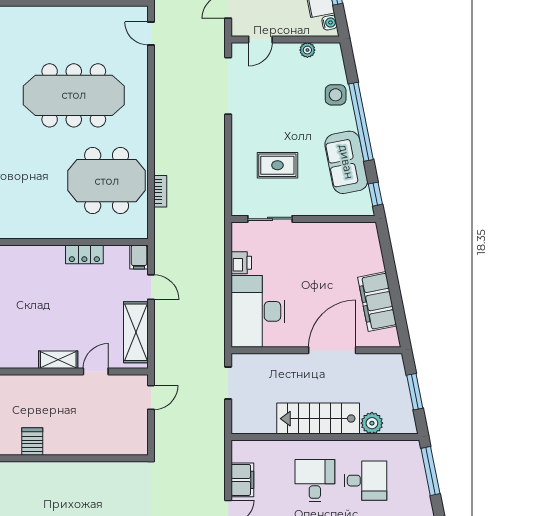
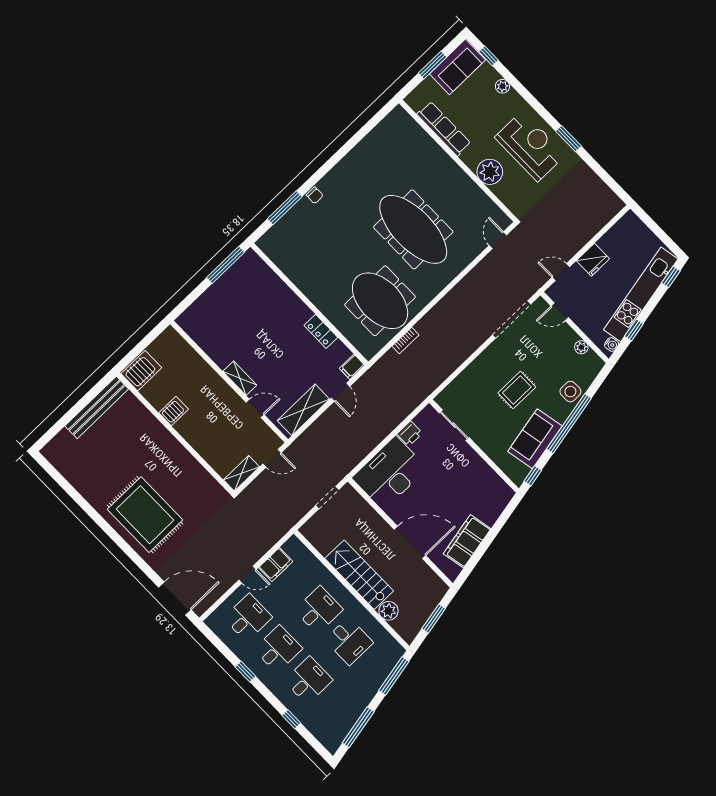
rug: (277, 165) -> (517, 390), moved, turned 90
shelving: (139, 435) -> (242, 473), added

